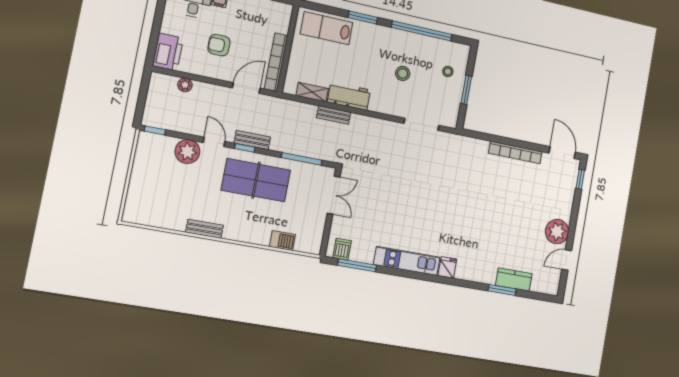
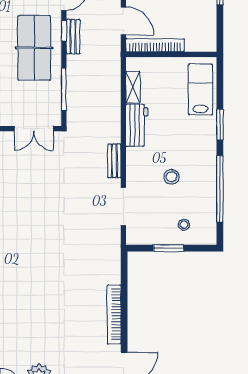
bench: (334, 115) -> (114, 161), moved

